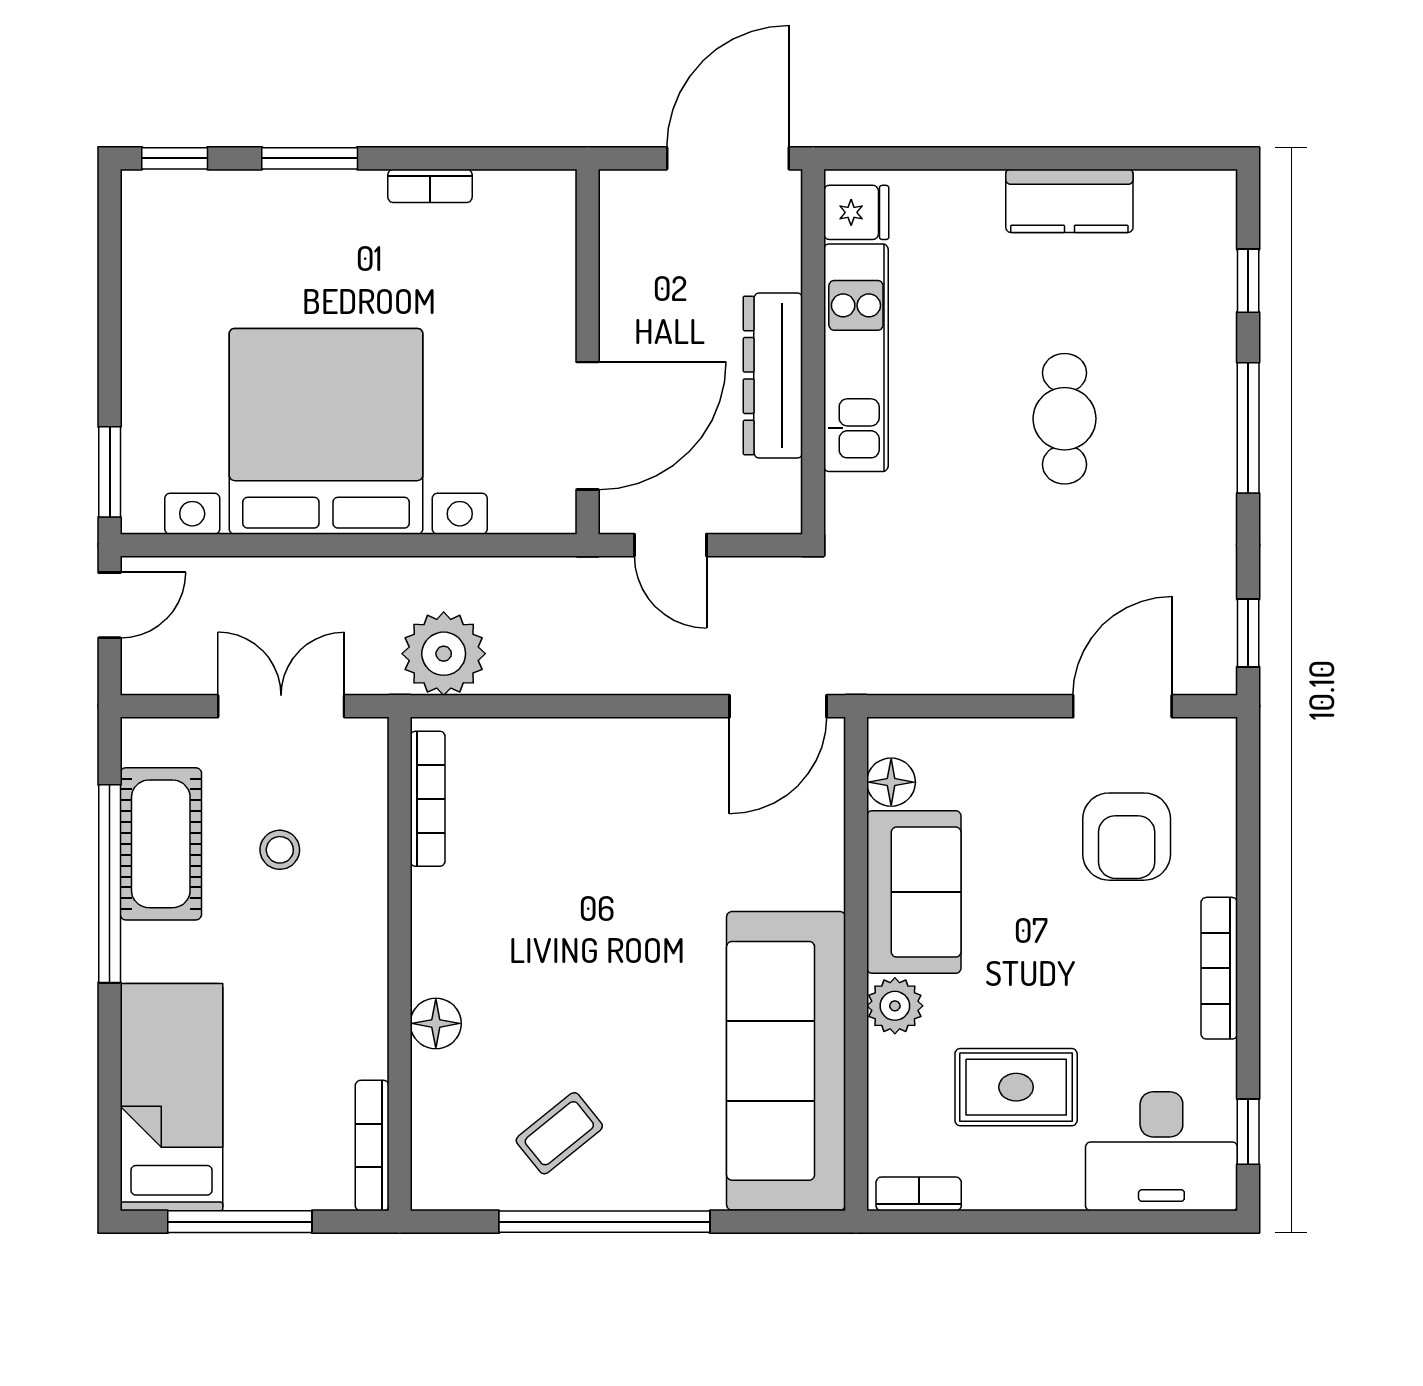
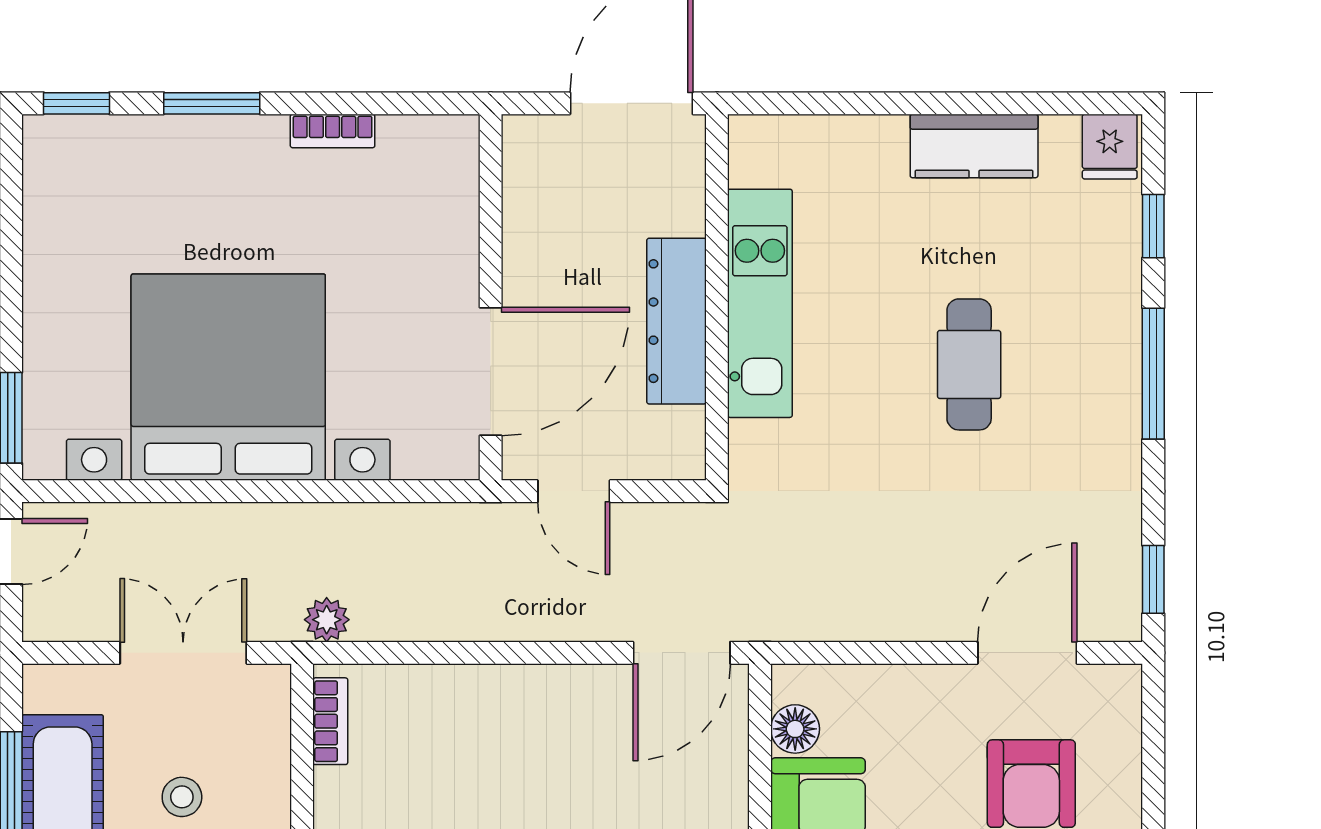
fridge: (856, 212) -> (1110, 147), moved, turned 90
plant: (444, 654) -> (327, 620), width x0.53, depth x0.53
bookcase: (428, 799) -> (330, 721), width x0.64

